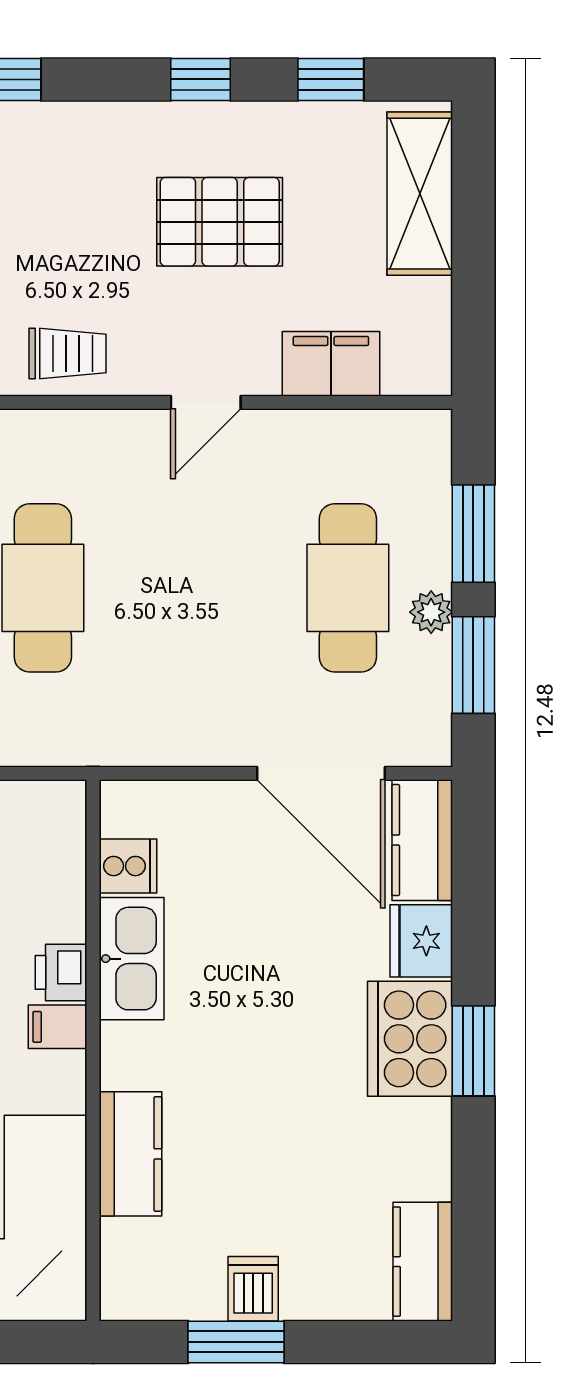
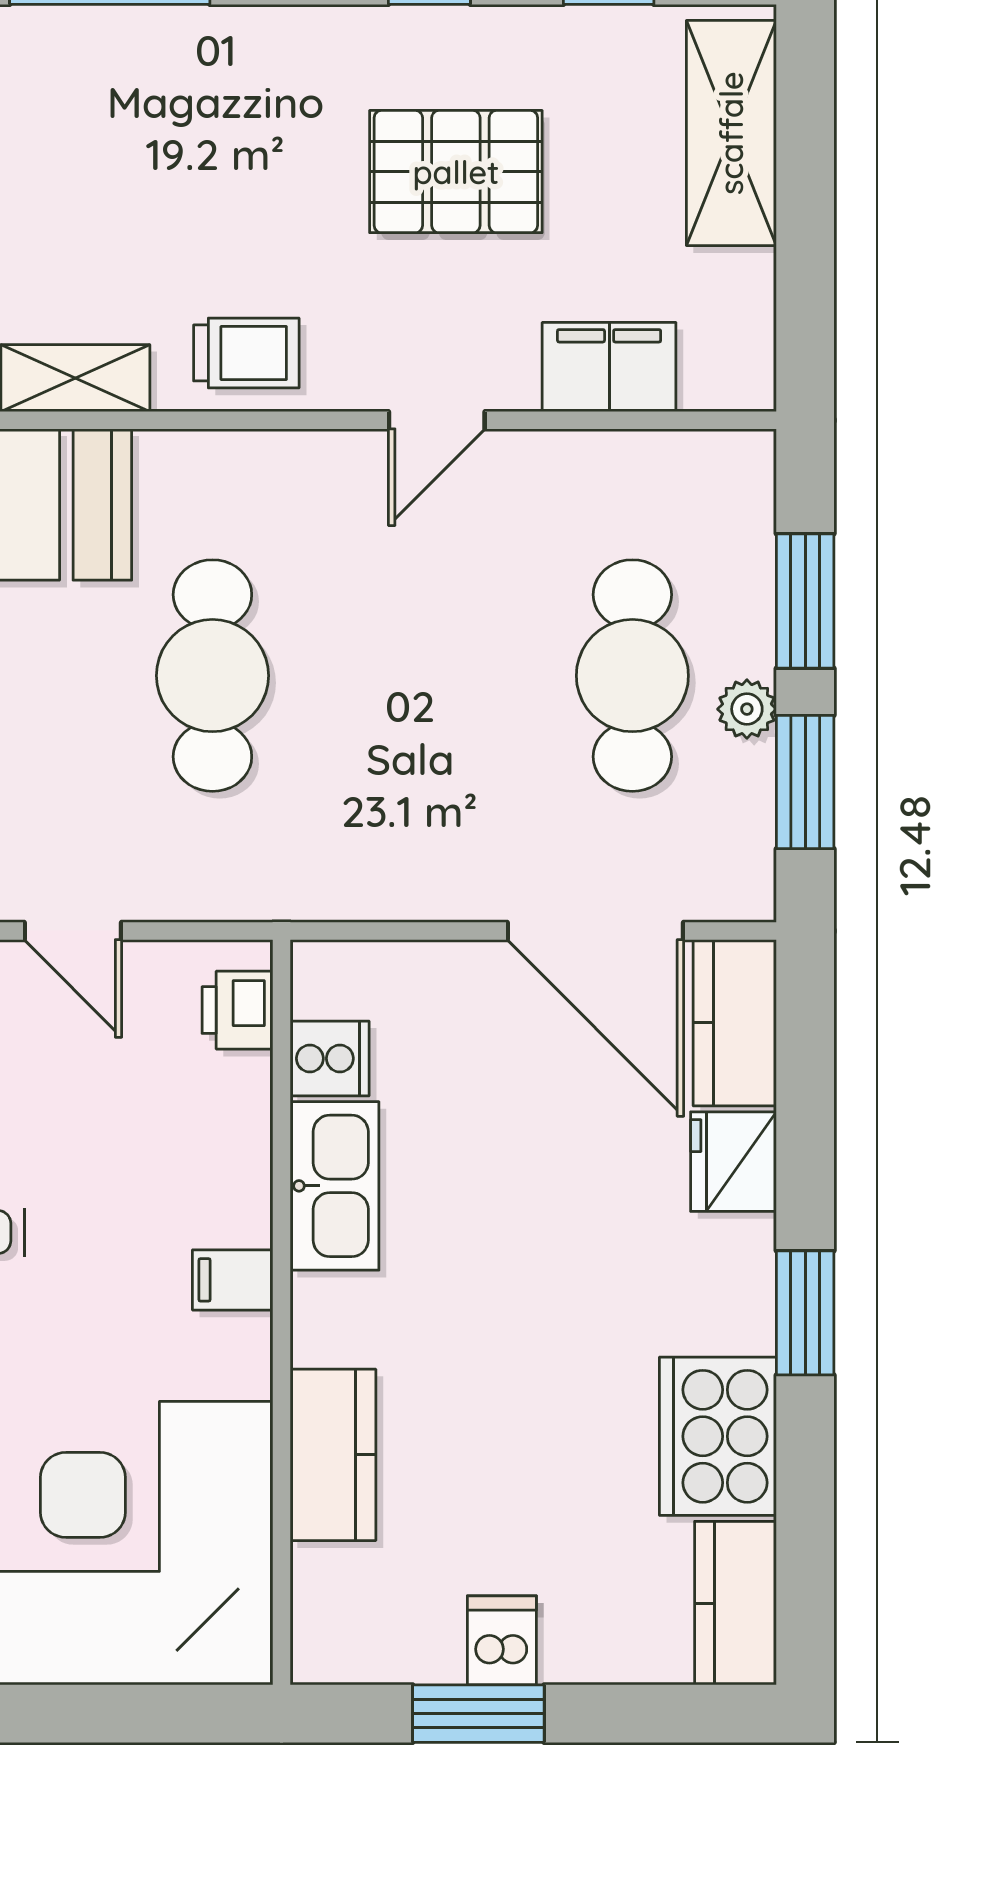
printer: (61, 972) -> (237, 1010), moved
cooker: (410, 1039) -> (718, 1436), moved

